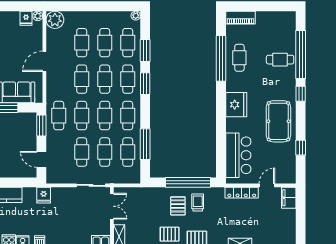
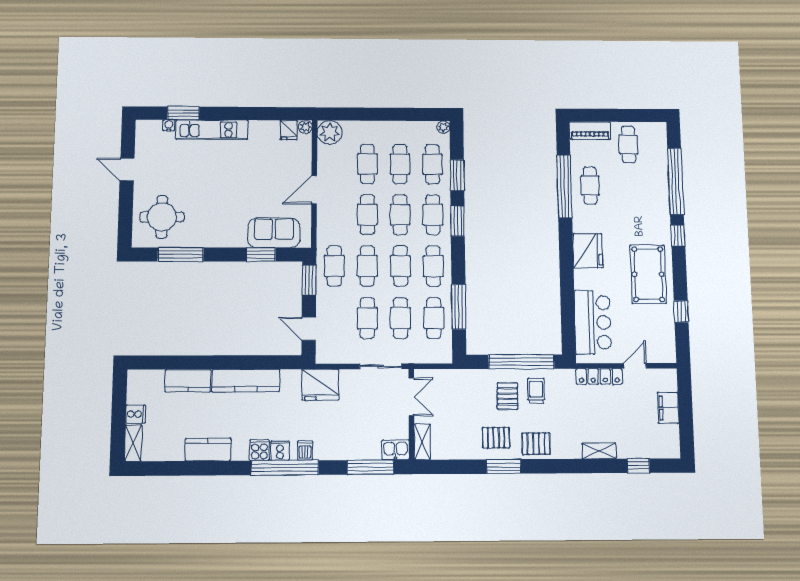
cafe table: (280, 60) -> (628, 145), moved, turned 90
fridge: (44, 195) -> (320, 385), width x1.88, depth x1.34
filing cabinet: (289, 198) -> (668, 408), moved

